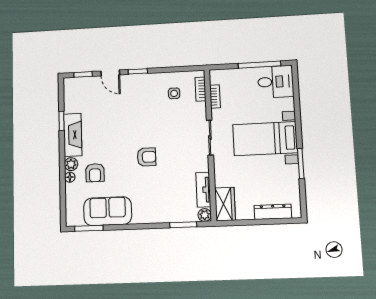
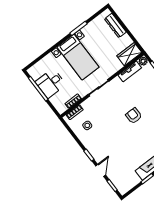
desk: (276, 82) -> (51, 83), moved, turned -90

